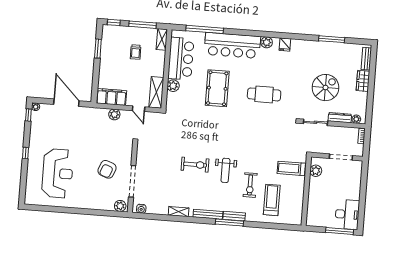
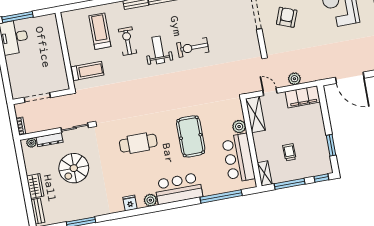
bar counter: (232, 45) -> (178, 189), width x0.73
plant: (316, 171) -> (61, 75), removed
treadmill: (272, 200) -> (100, 31), turned 180

